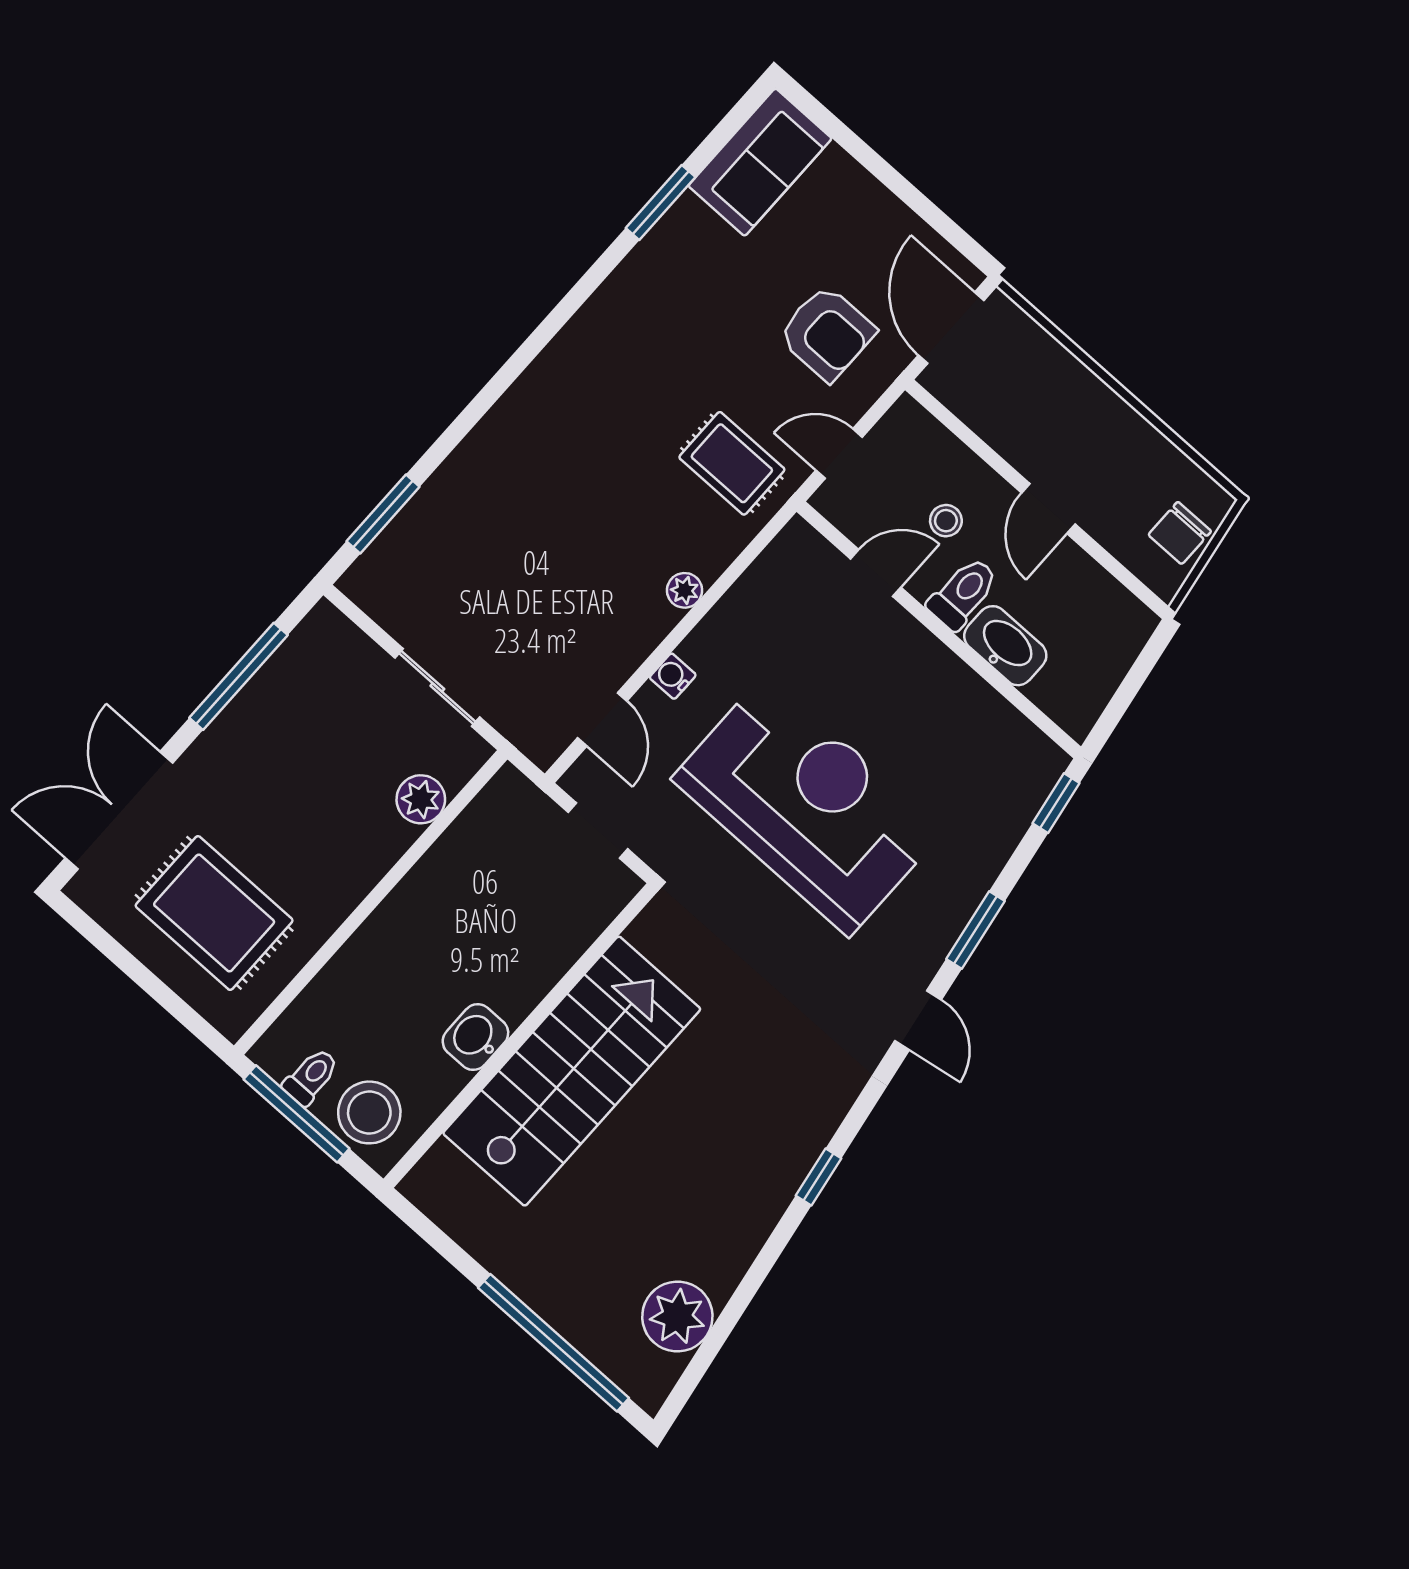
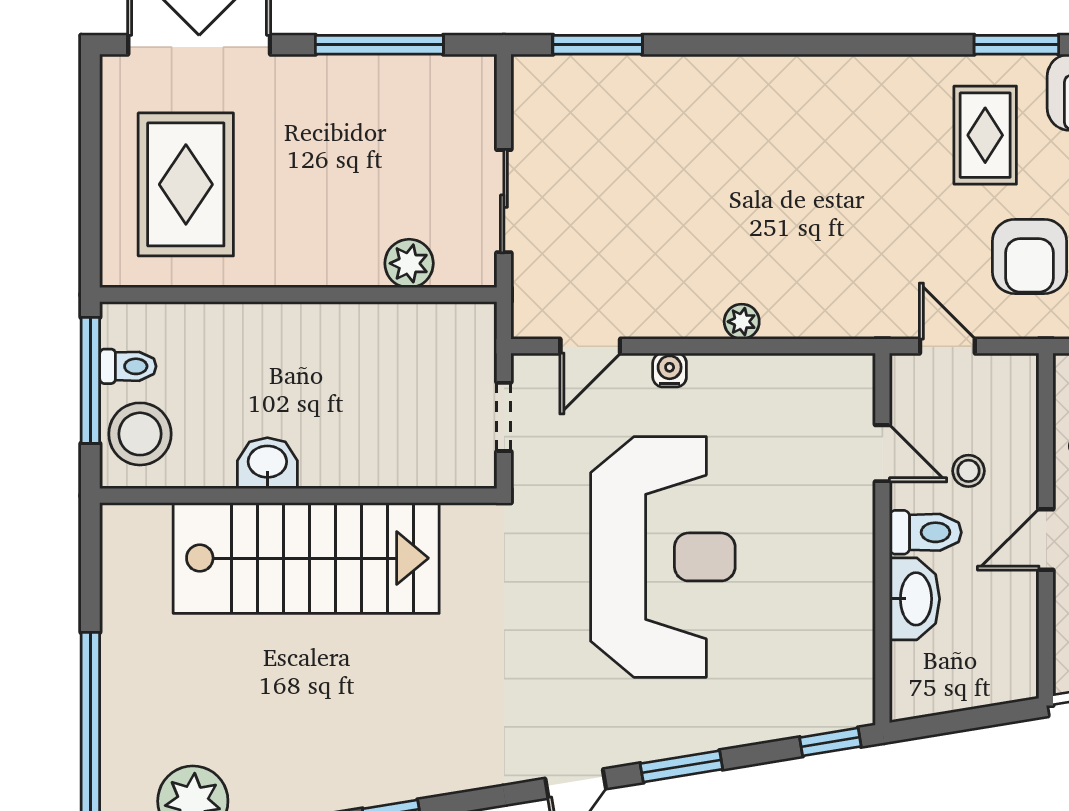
rug: (732, 463) -> (985, 135), moved

